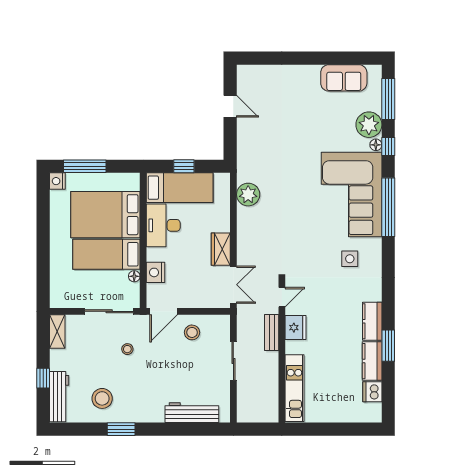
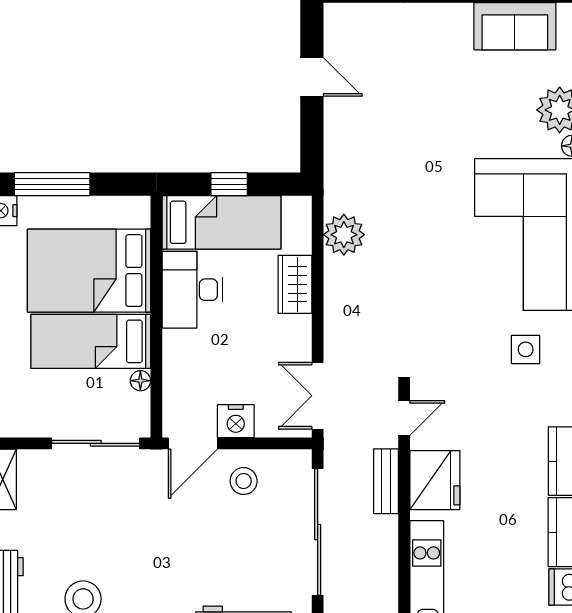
wardrobe: (221, 249) -> (295, 284), moved
nightstand: (156, 272) -> (236, 421), moved, turned -90
double door: (233, 285) -> (318, 396), swing flipped
fridge: (295, 328) -> (435, 480), width x1.36, depth x1.34
stool: (127, 349) -> (128, 511), removed
sliding door: (233, 361) -> (318, 532), width x1.86

